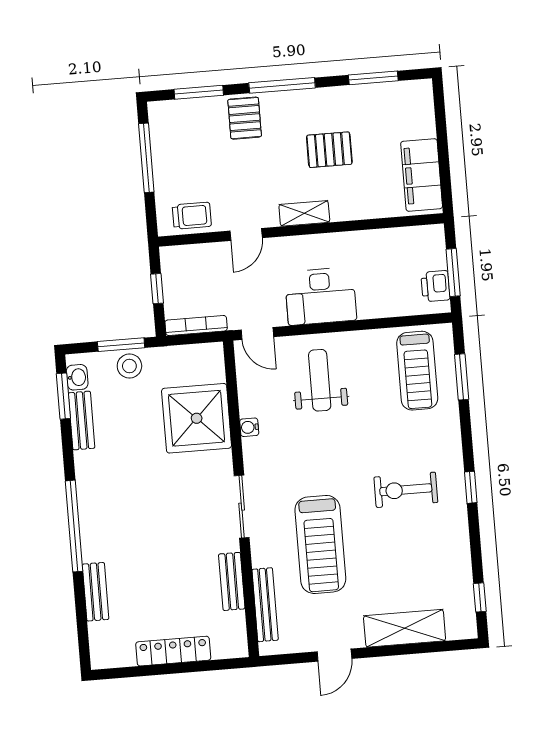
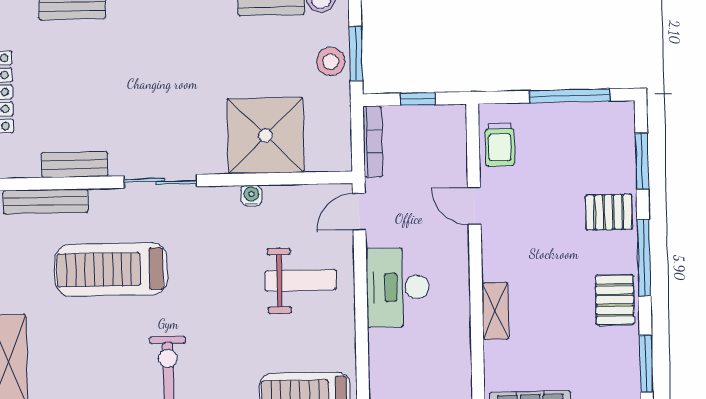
pallet: (329, 150) -> (615, 300), moved
shelving: (304, 213) -> (495, 311), moved

